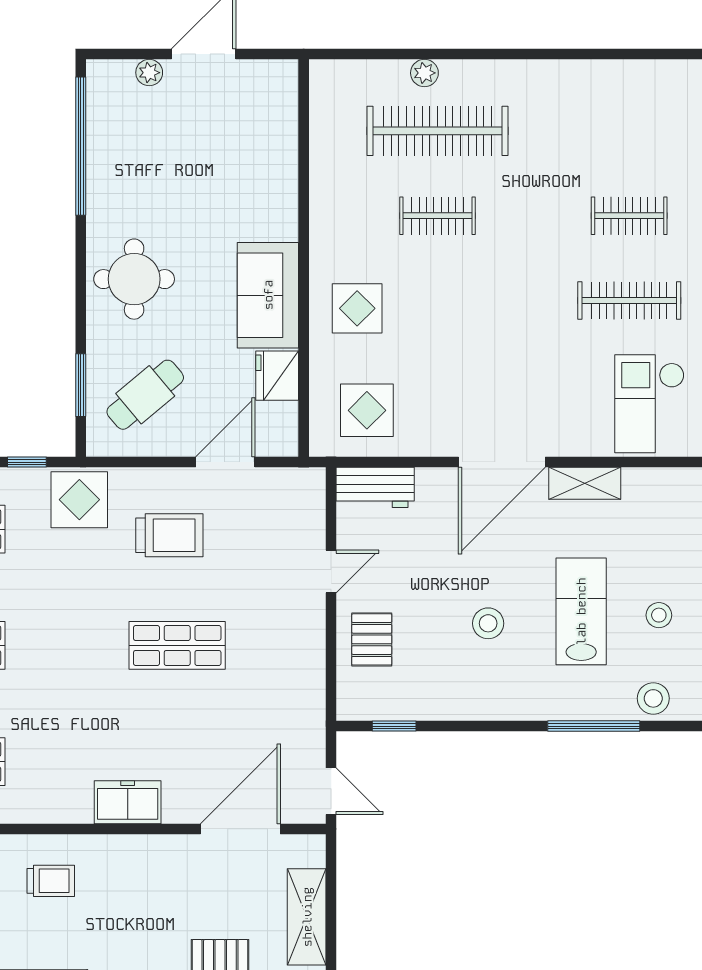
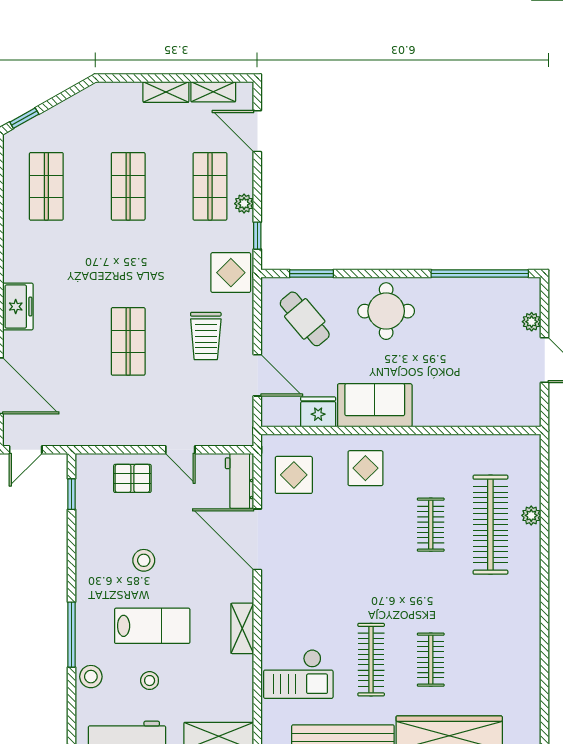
checkout: (650, 404) -> (298, 674), turned 180
door: (502, 462) -> (257, 539), moved

